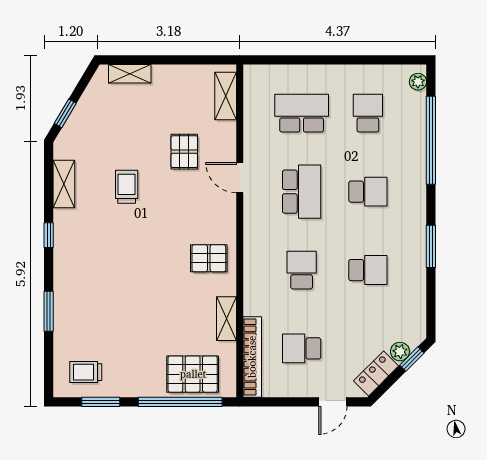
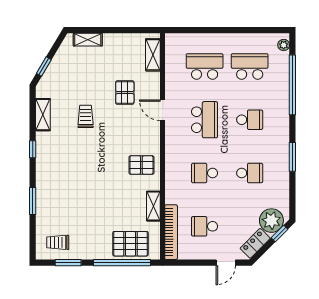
school desk: (368, 113) -> (250, 66), width x1.85
school desk: (302, 270) -> (205, 173), turned -90
plant: (400, 351) -> (271, 221), width x1.88, depth x1.88

